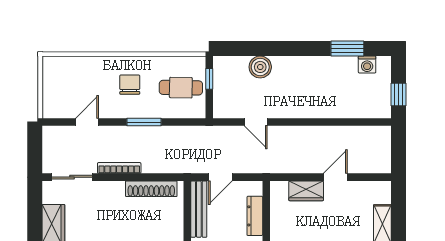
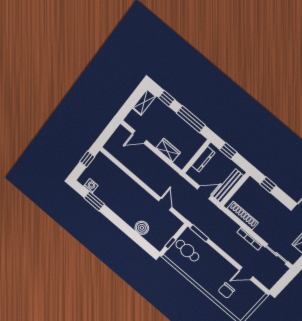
chair: (130, 85) -> (226, 291), moved
window: (144, 122) -> (199, 233), moved
door: (335, 177) -> (139, 137), moved

